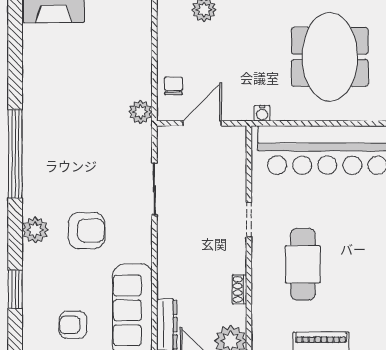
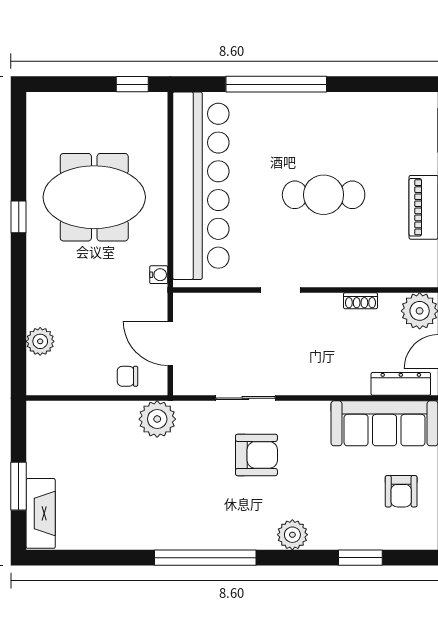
plant: (140, 112) -> (157, 419), width x1.36, depth x1.36
armchair: (87, 231) -> (256, 455), moved, turned 90
cafe table: (303, 264) -> (324, 195), moved

